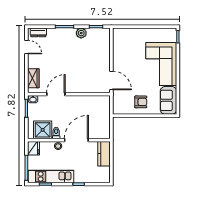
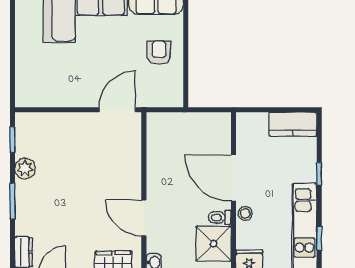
kitchen counter: (104, 154) -> (293, 124), moved

